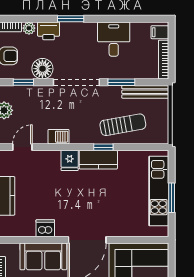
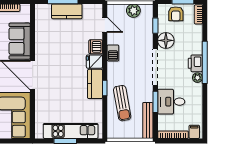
window: (71, 19) -> (205, 62), width x2.11
plant: (29, 28) -> (197, 78), moved
printer: (49, 31) -> (195, 63), moved
desk: (114, 39) -> (171, 102), moved, turned 180
dishwasher: (45, 228) -> (96, 47), moved, turned 180

